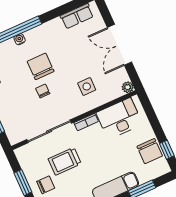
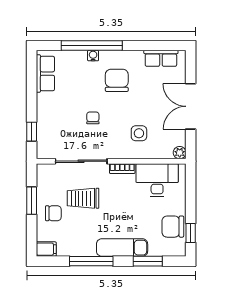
chair: (41, 66) -> (117, 80), moved
chair: (150, 151) -> (173, 227), turned 90

